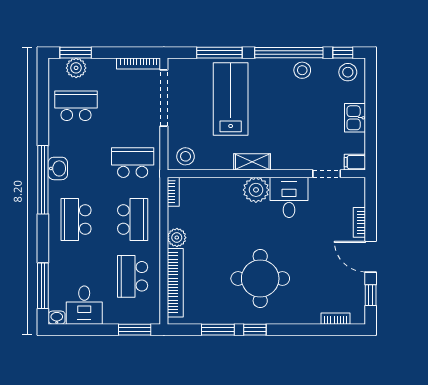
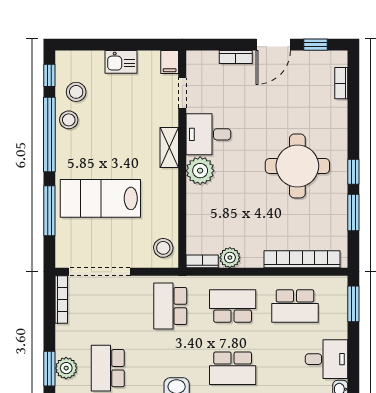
stool: (348, 72) -> (76, 92), moved
shelving: (252, 162) -> (169, 147), moved
plant: (177, 238) -> (230, 258), moved

